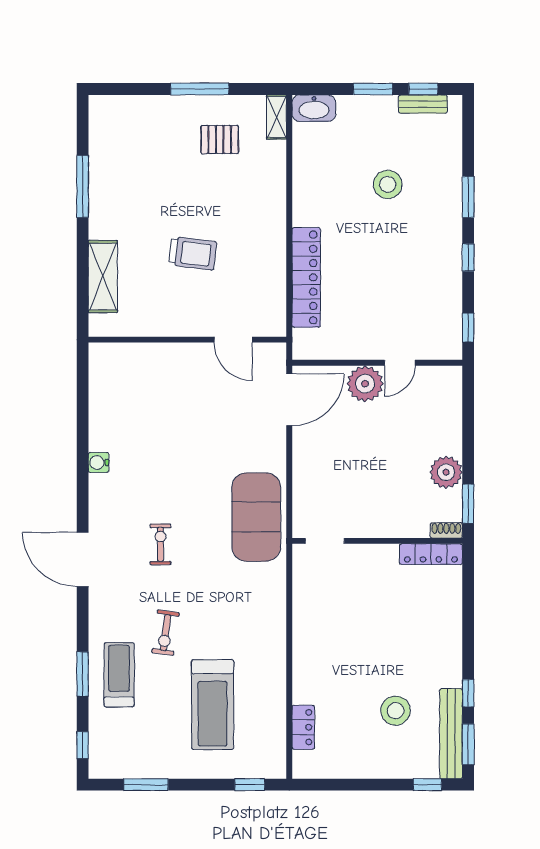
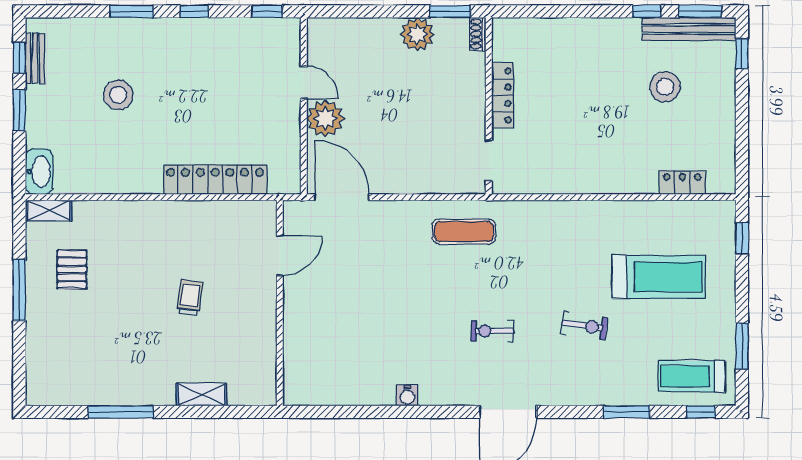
trolley: (193, 253) -> (190, 298), width x0.73, depth x0.72
shelving: (103, 277) -> (202, 395), width x0.67, depth x0.75
exercise mat: (256, 517) -> (464, 232), width x0.50, depth x0.69
locker: (431, 554) -> (503, 95), moved
treadmill: (119, 675) -> (692, 376), moved

